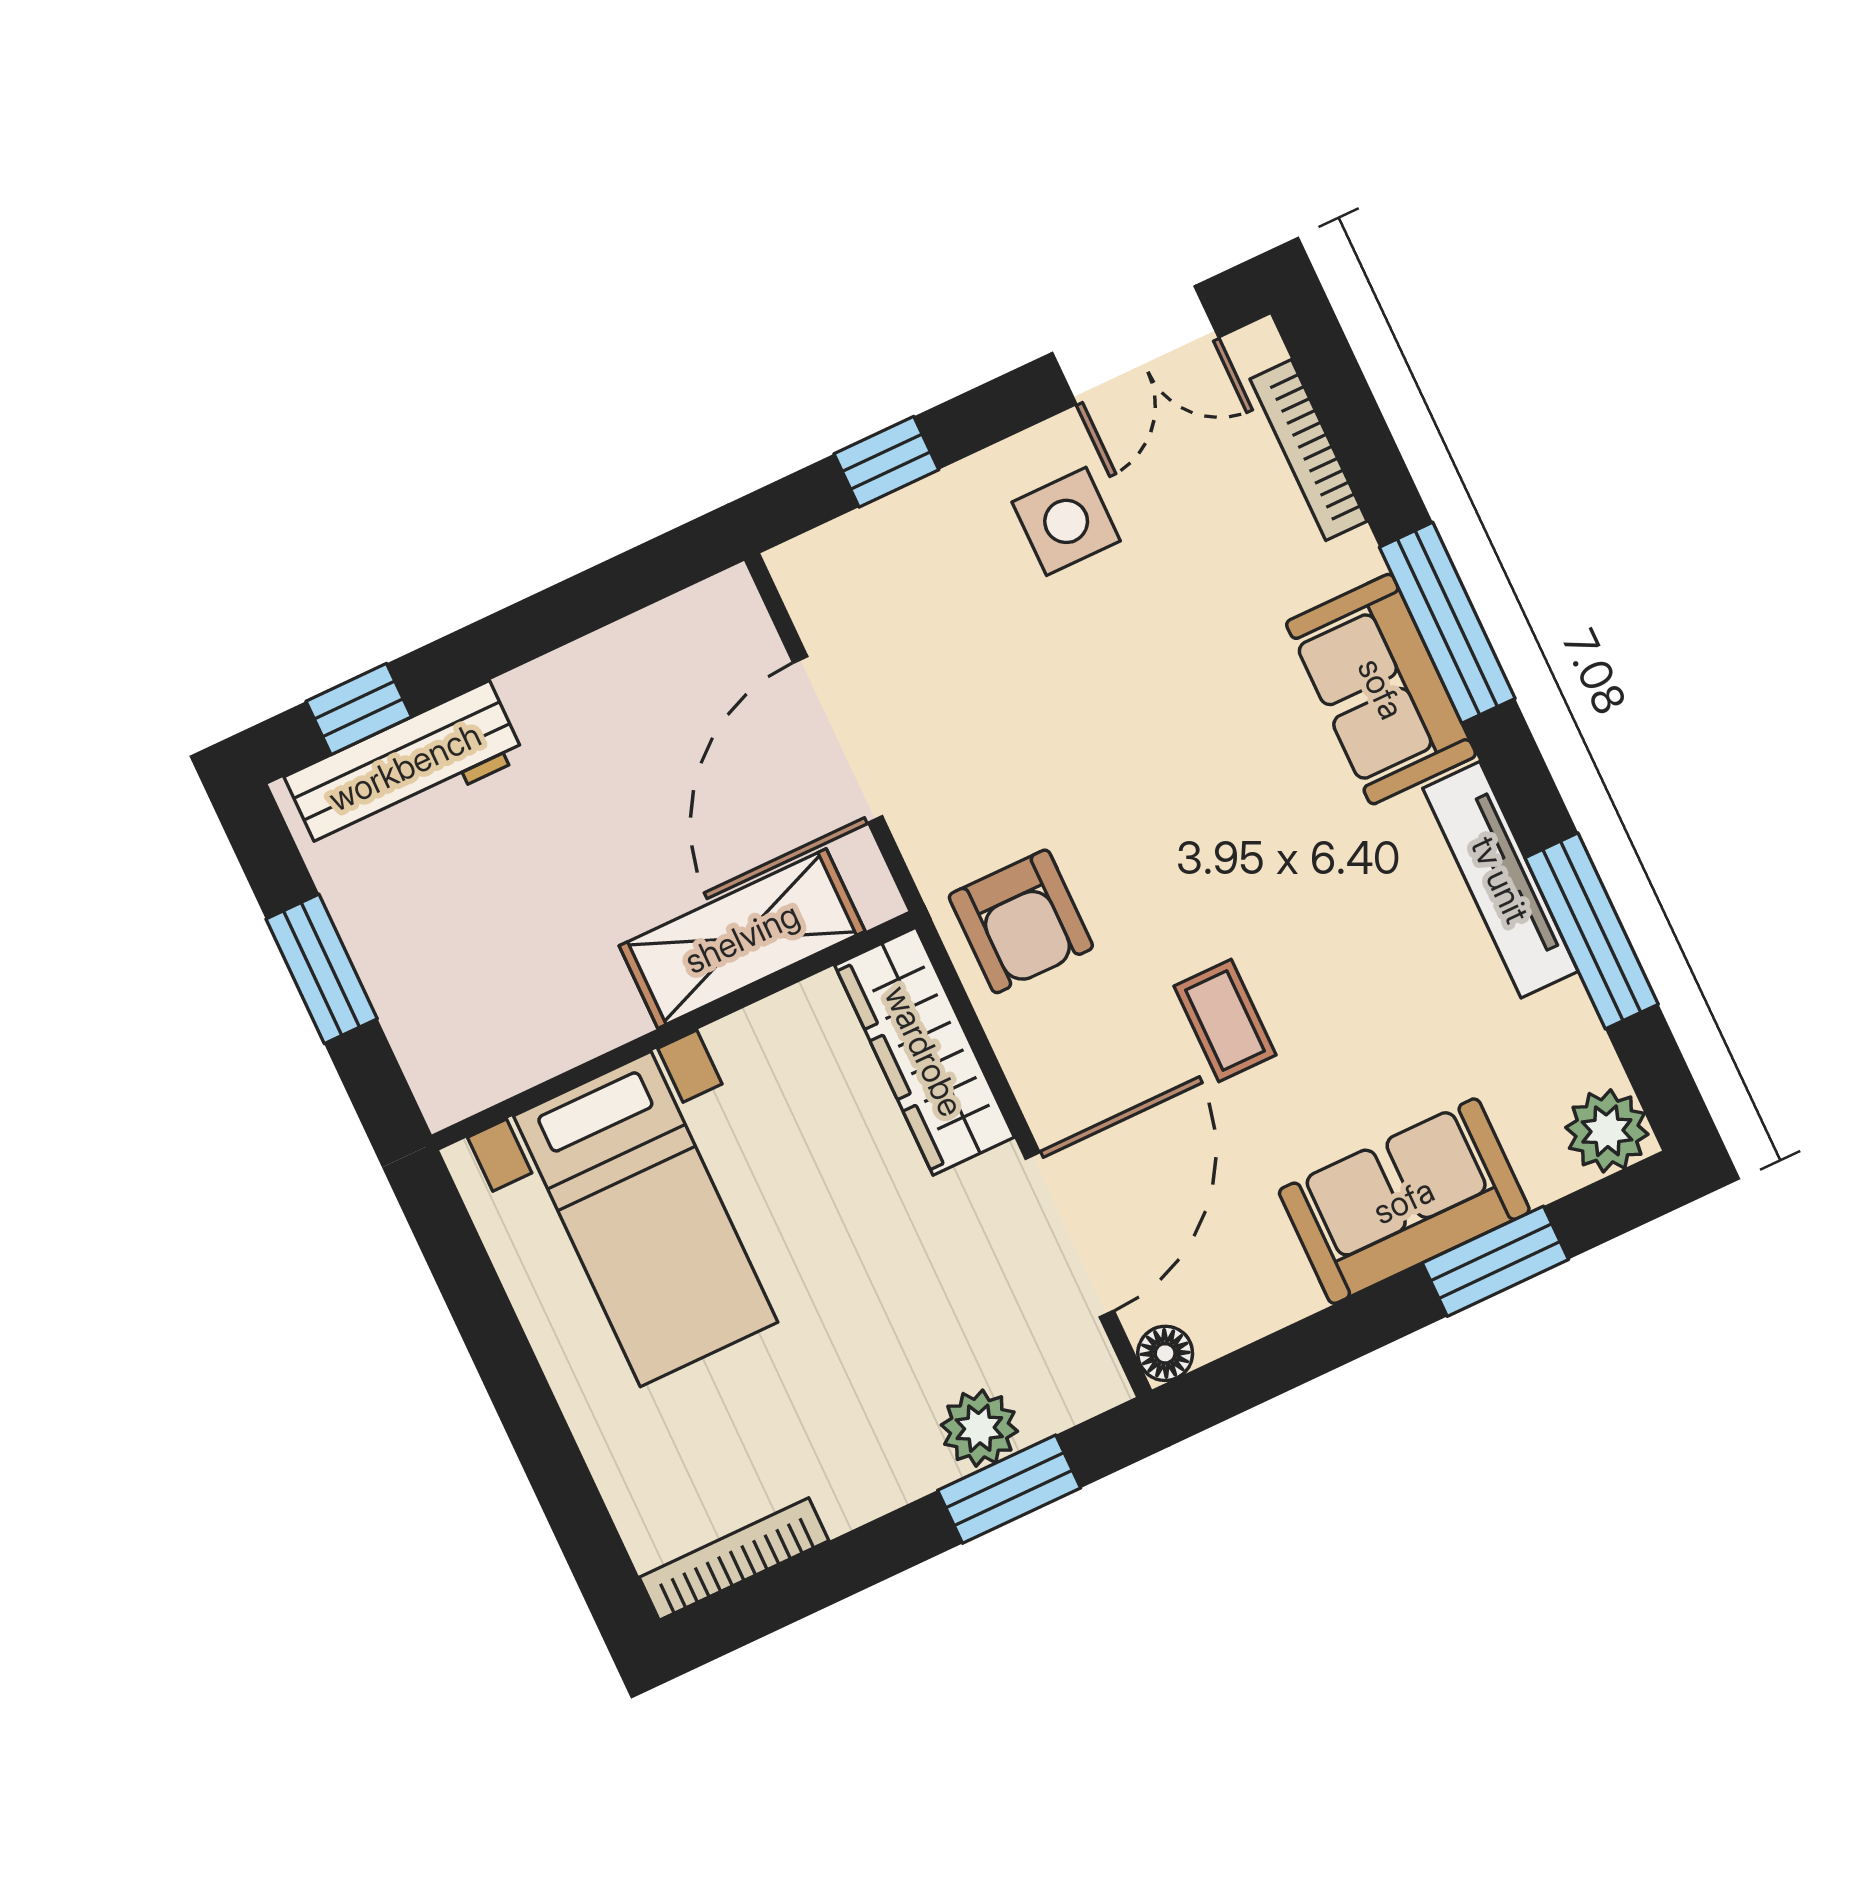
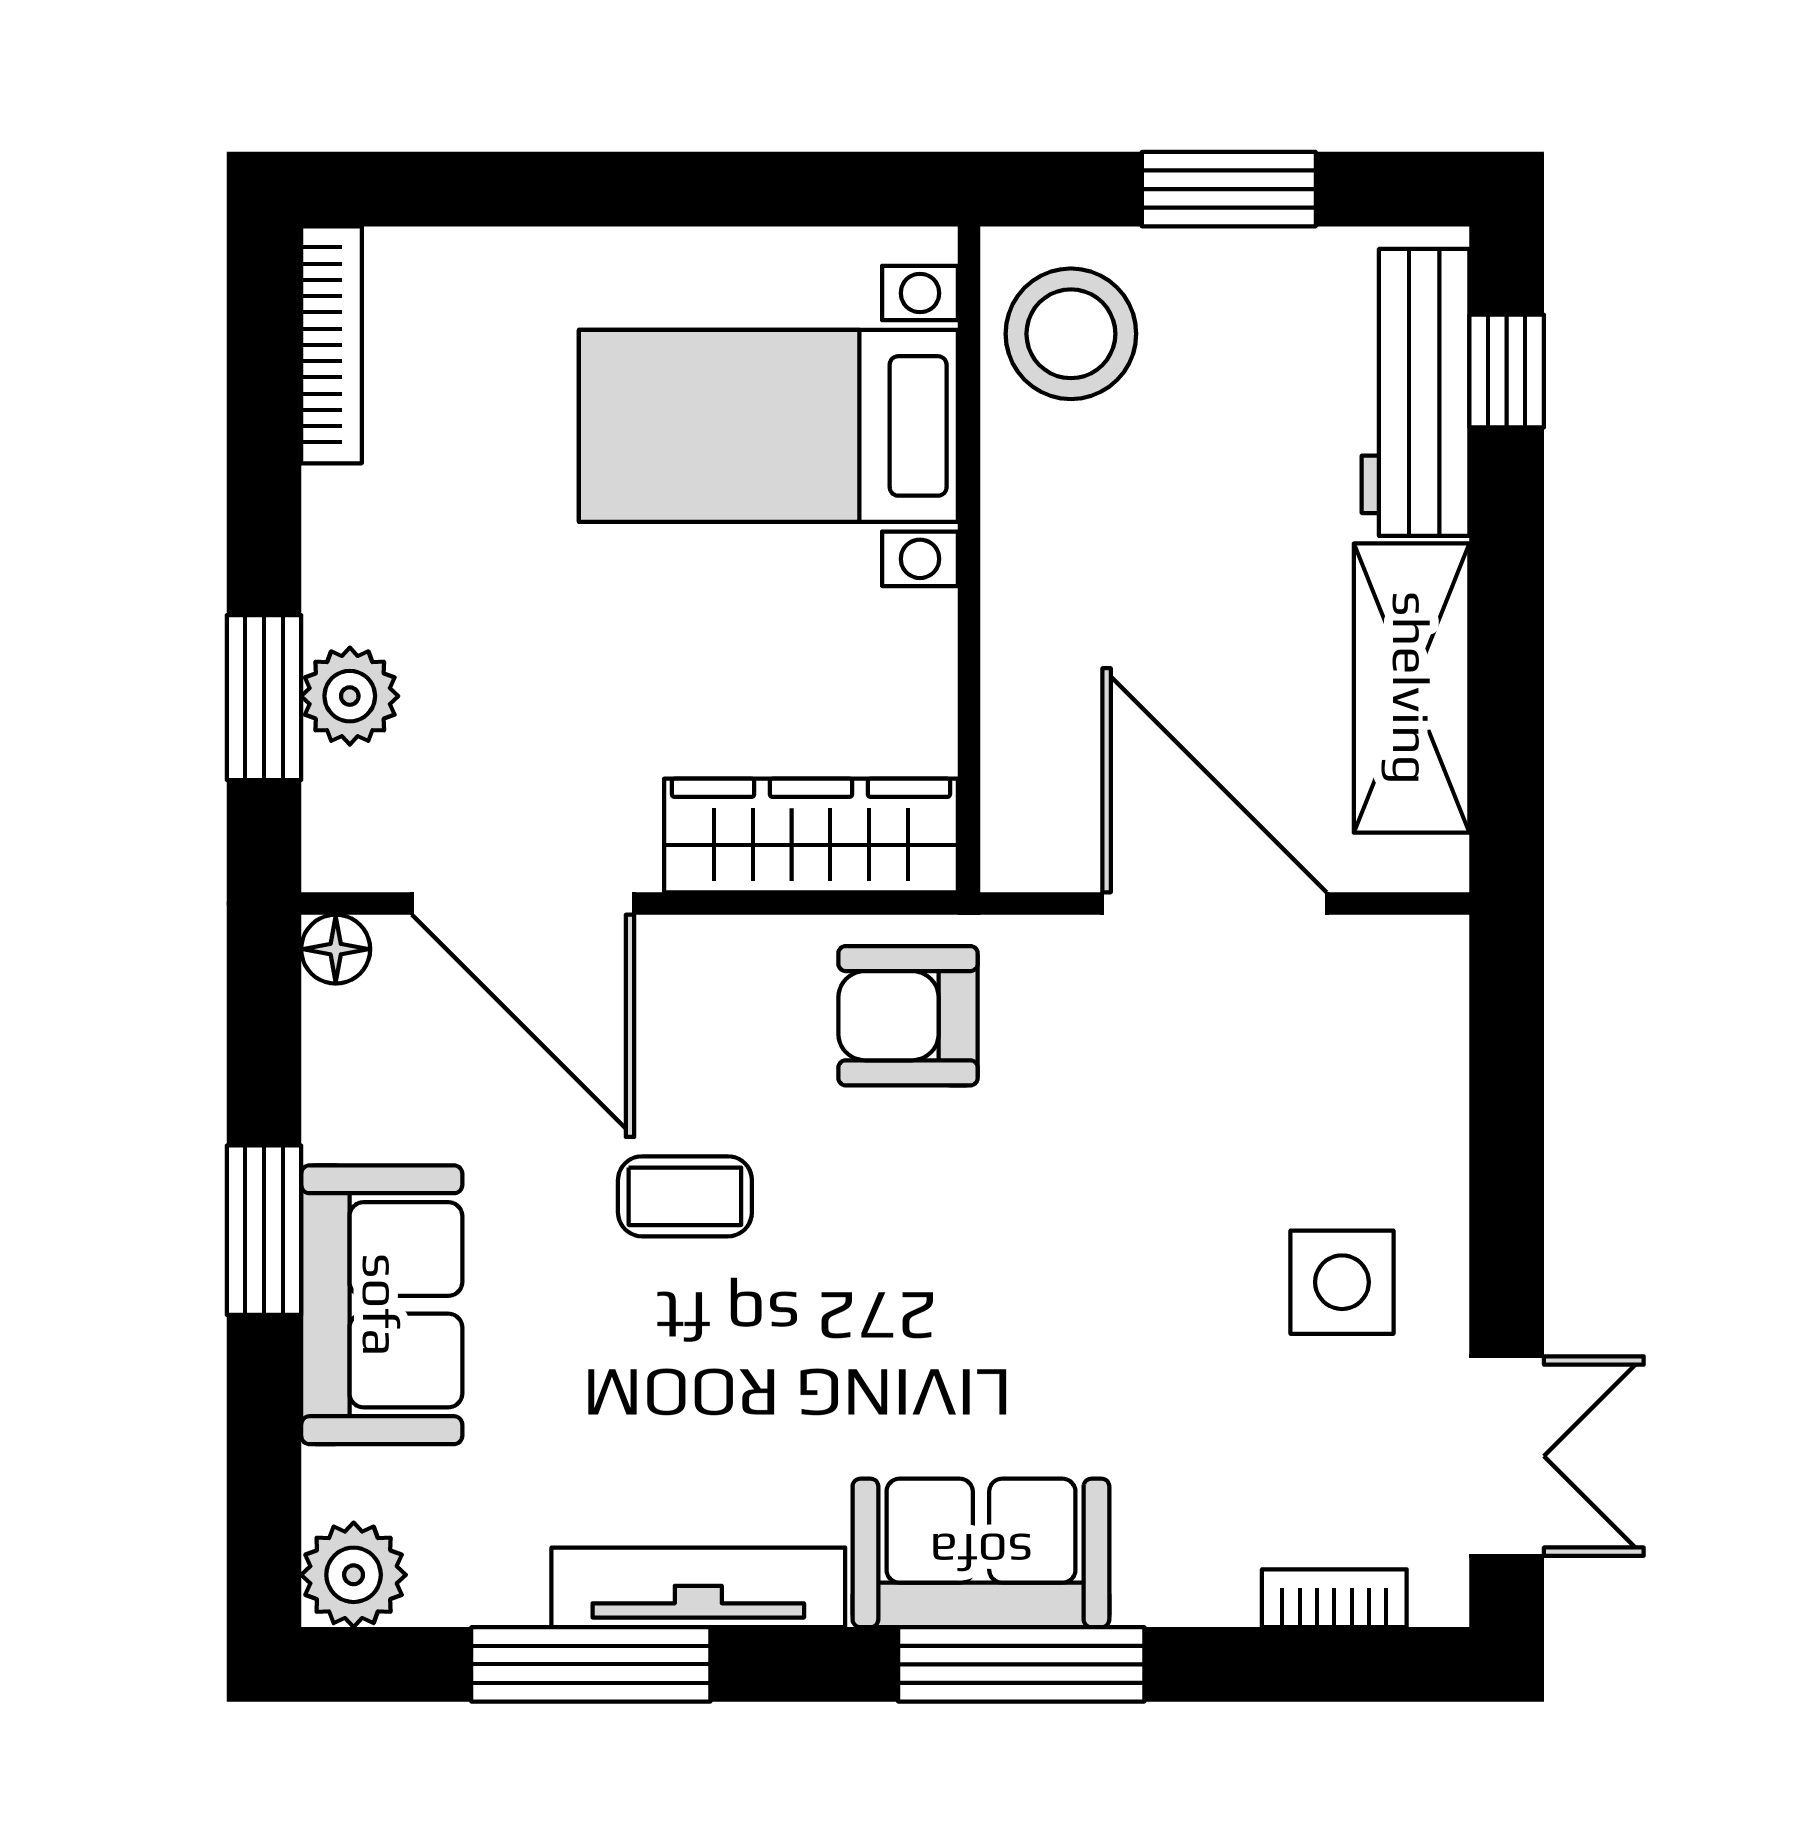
double door: (1135, 345) -> (1507, 1456), swing flipped
bookcase: (1309, 450) -> (1334, 1598), width x0.64
window: (886, 462) -> (1507, 1108), removed
shelving: (742, 938) -> (1412, 688), moved
stool: (478, 1033) -> (1071, 334), added
window: (1495, 1261) -> (264, 1230), moved

